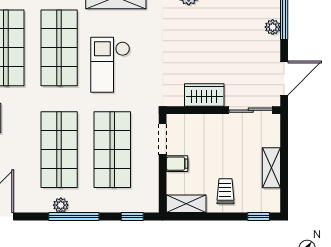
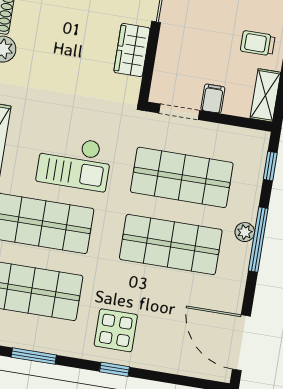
plant: (61, 205) -> (245, 232), moved

